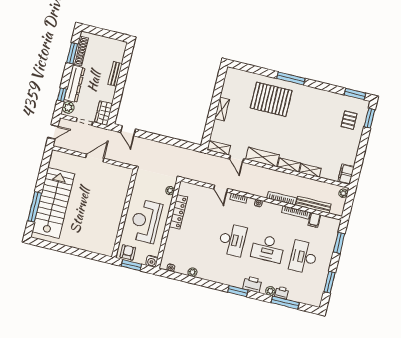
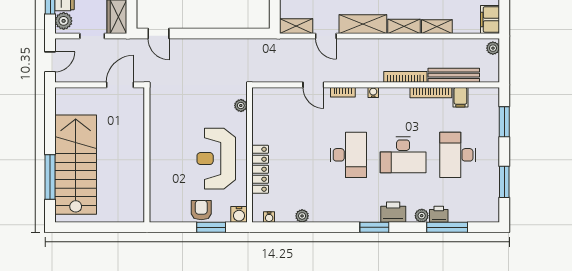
locker: (178, 212) -> (260, 169), moved
wall: (124, 214) -> (147, 155), moved

